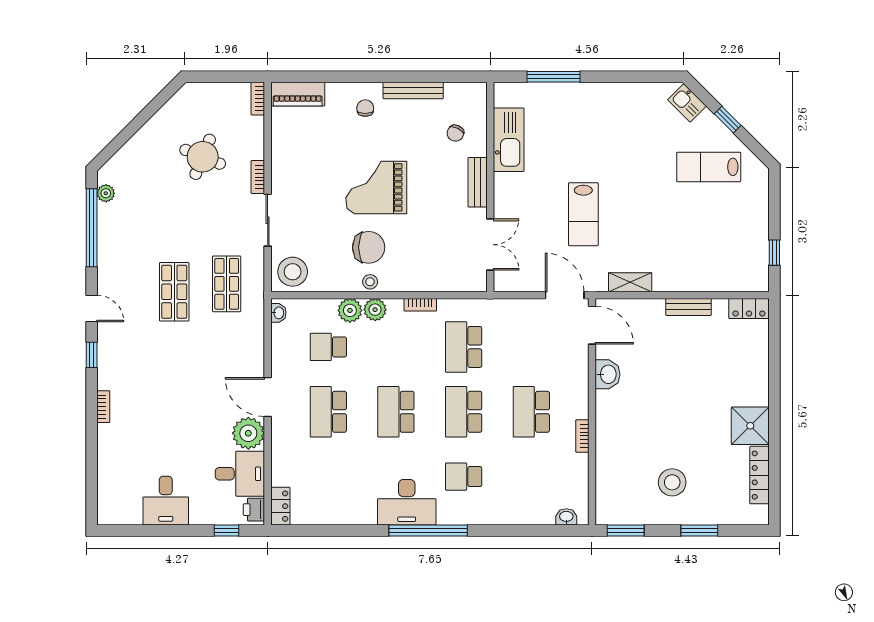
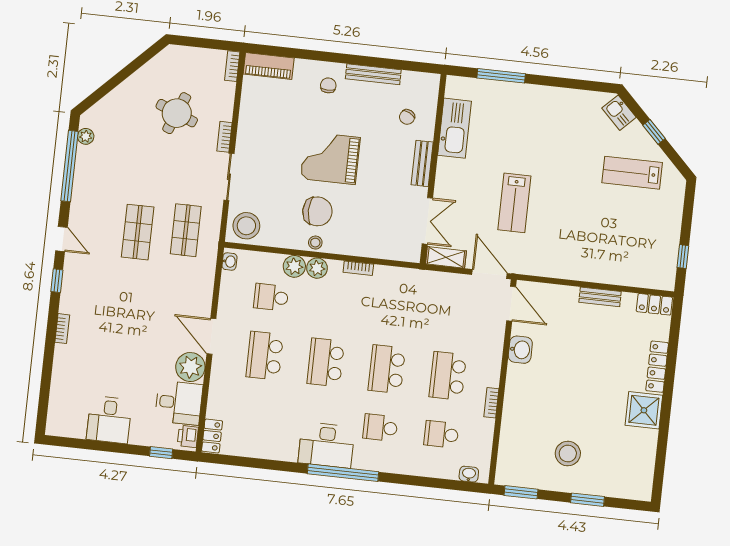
shelving: (630, 282) -> (446, 257), moved
school desk: (464, 347) -> (441, 434), moved, width x0.54
locker: (759, 475) -> (657, 367), moved

